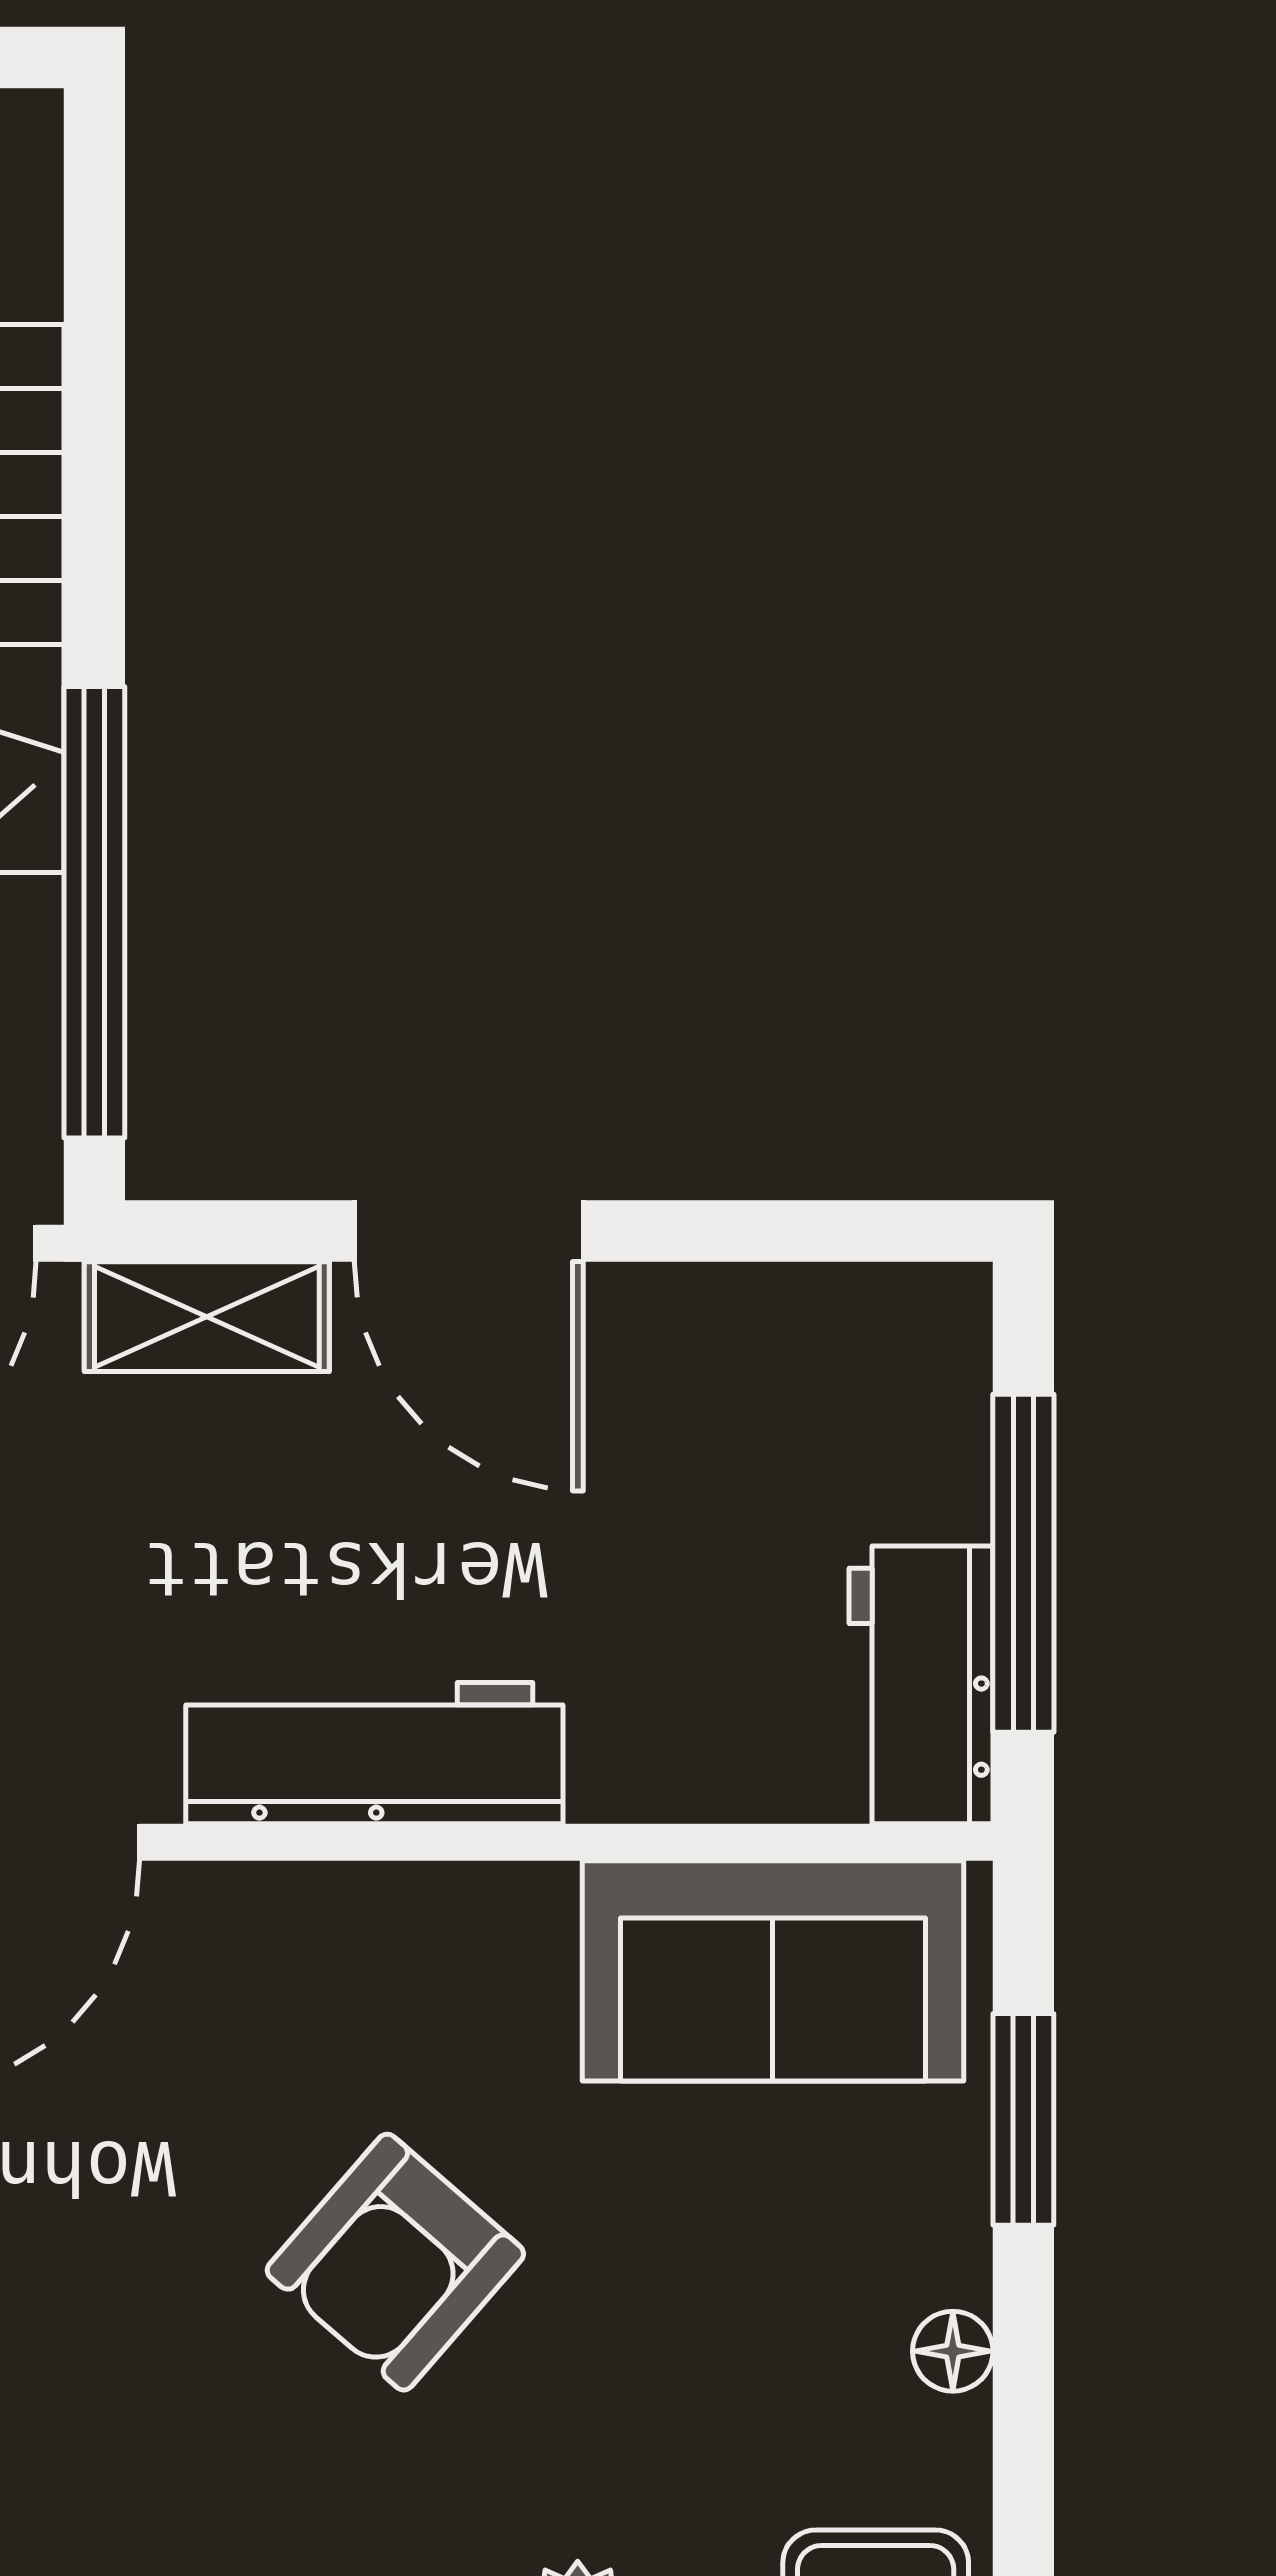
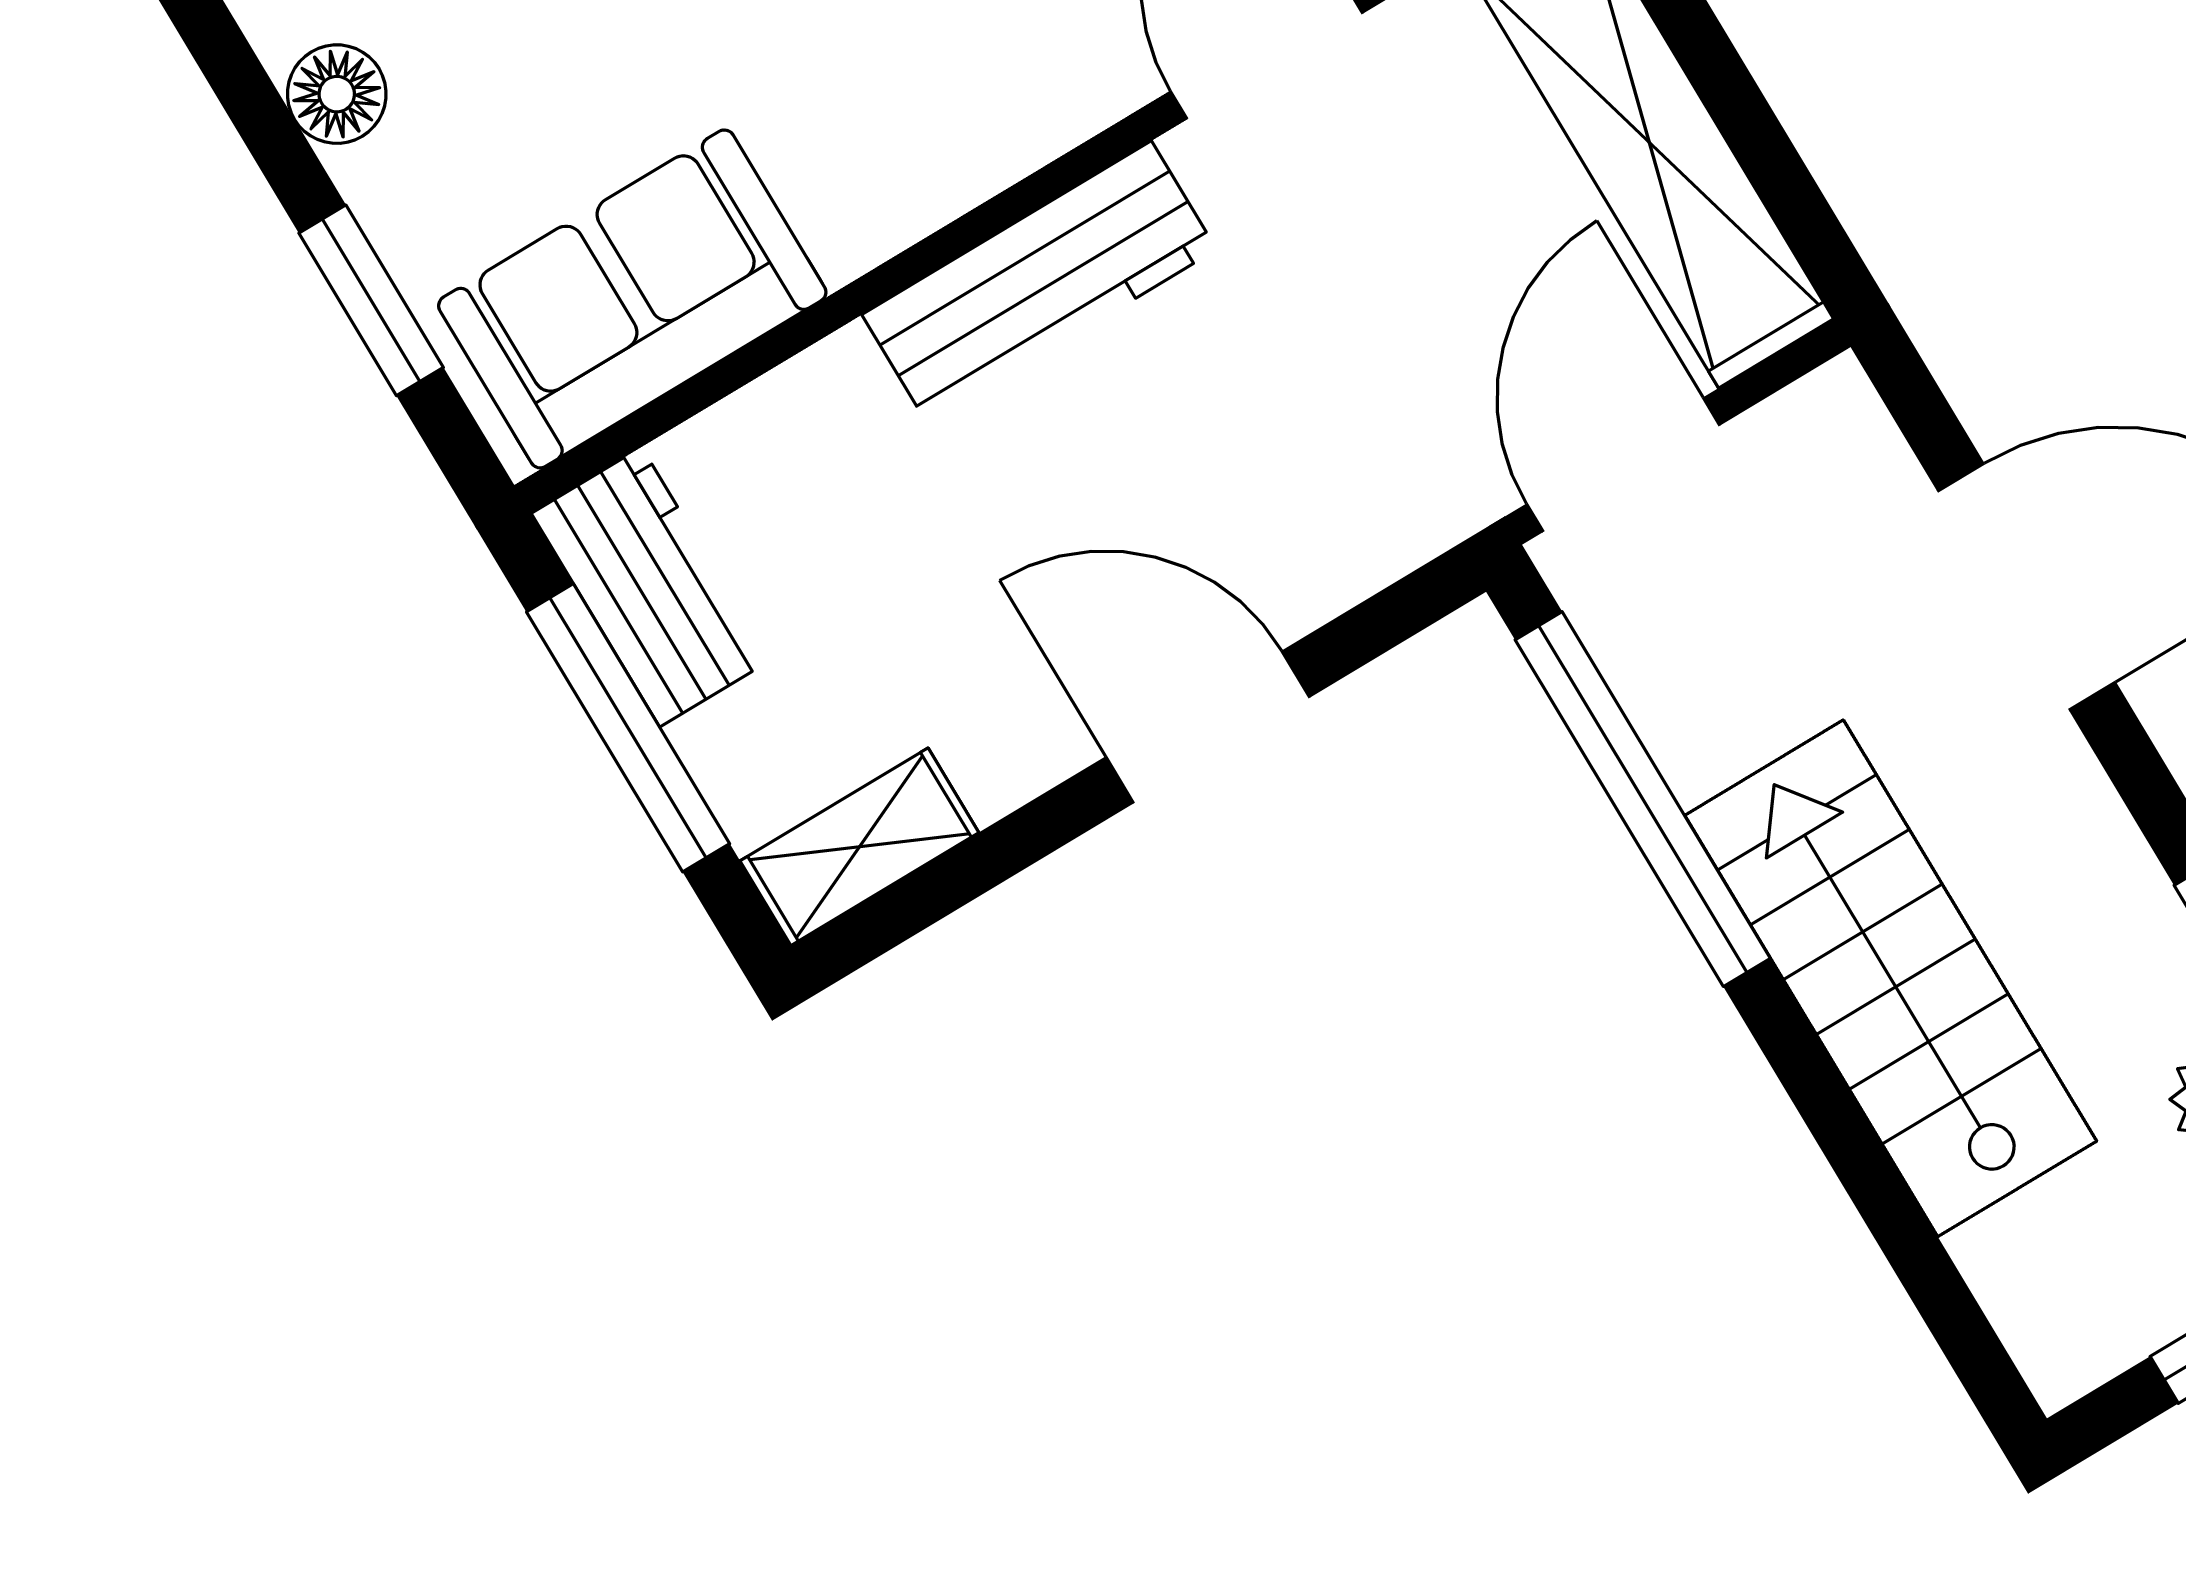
shelving: (207, 1317) -> (859, 847), moved
floor lamp: (953, 2351) -> (337, 94), width x1.37, depth x1.37

